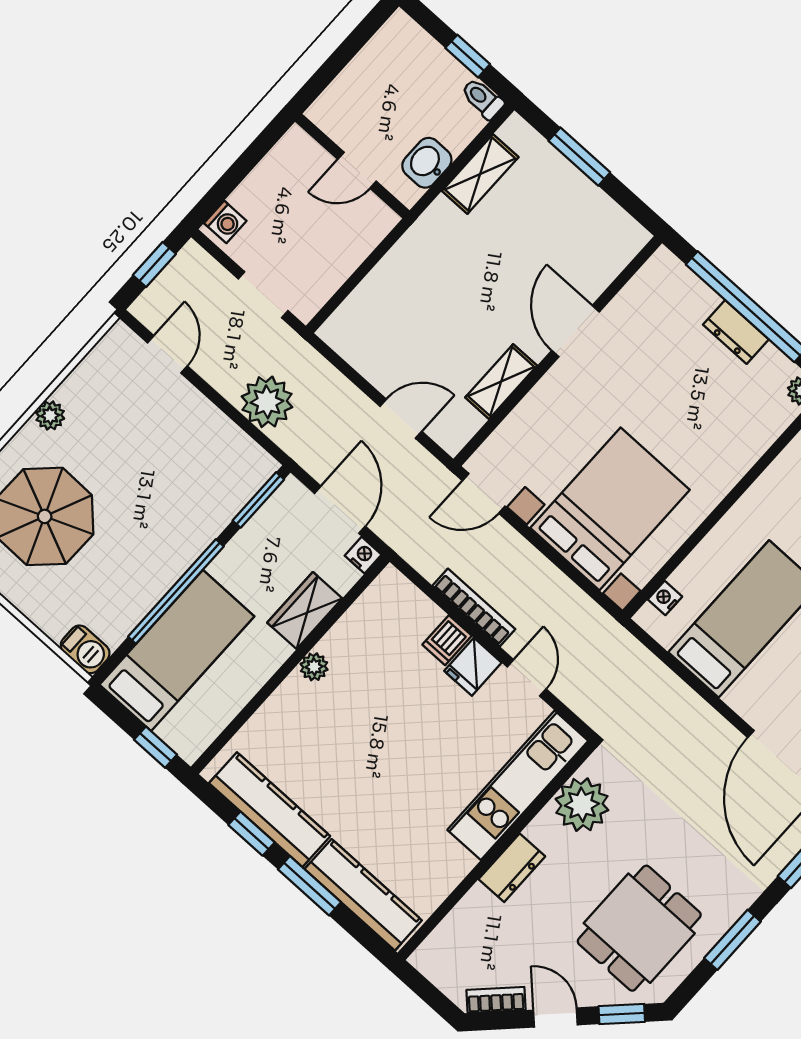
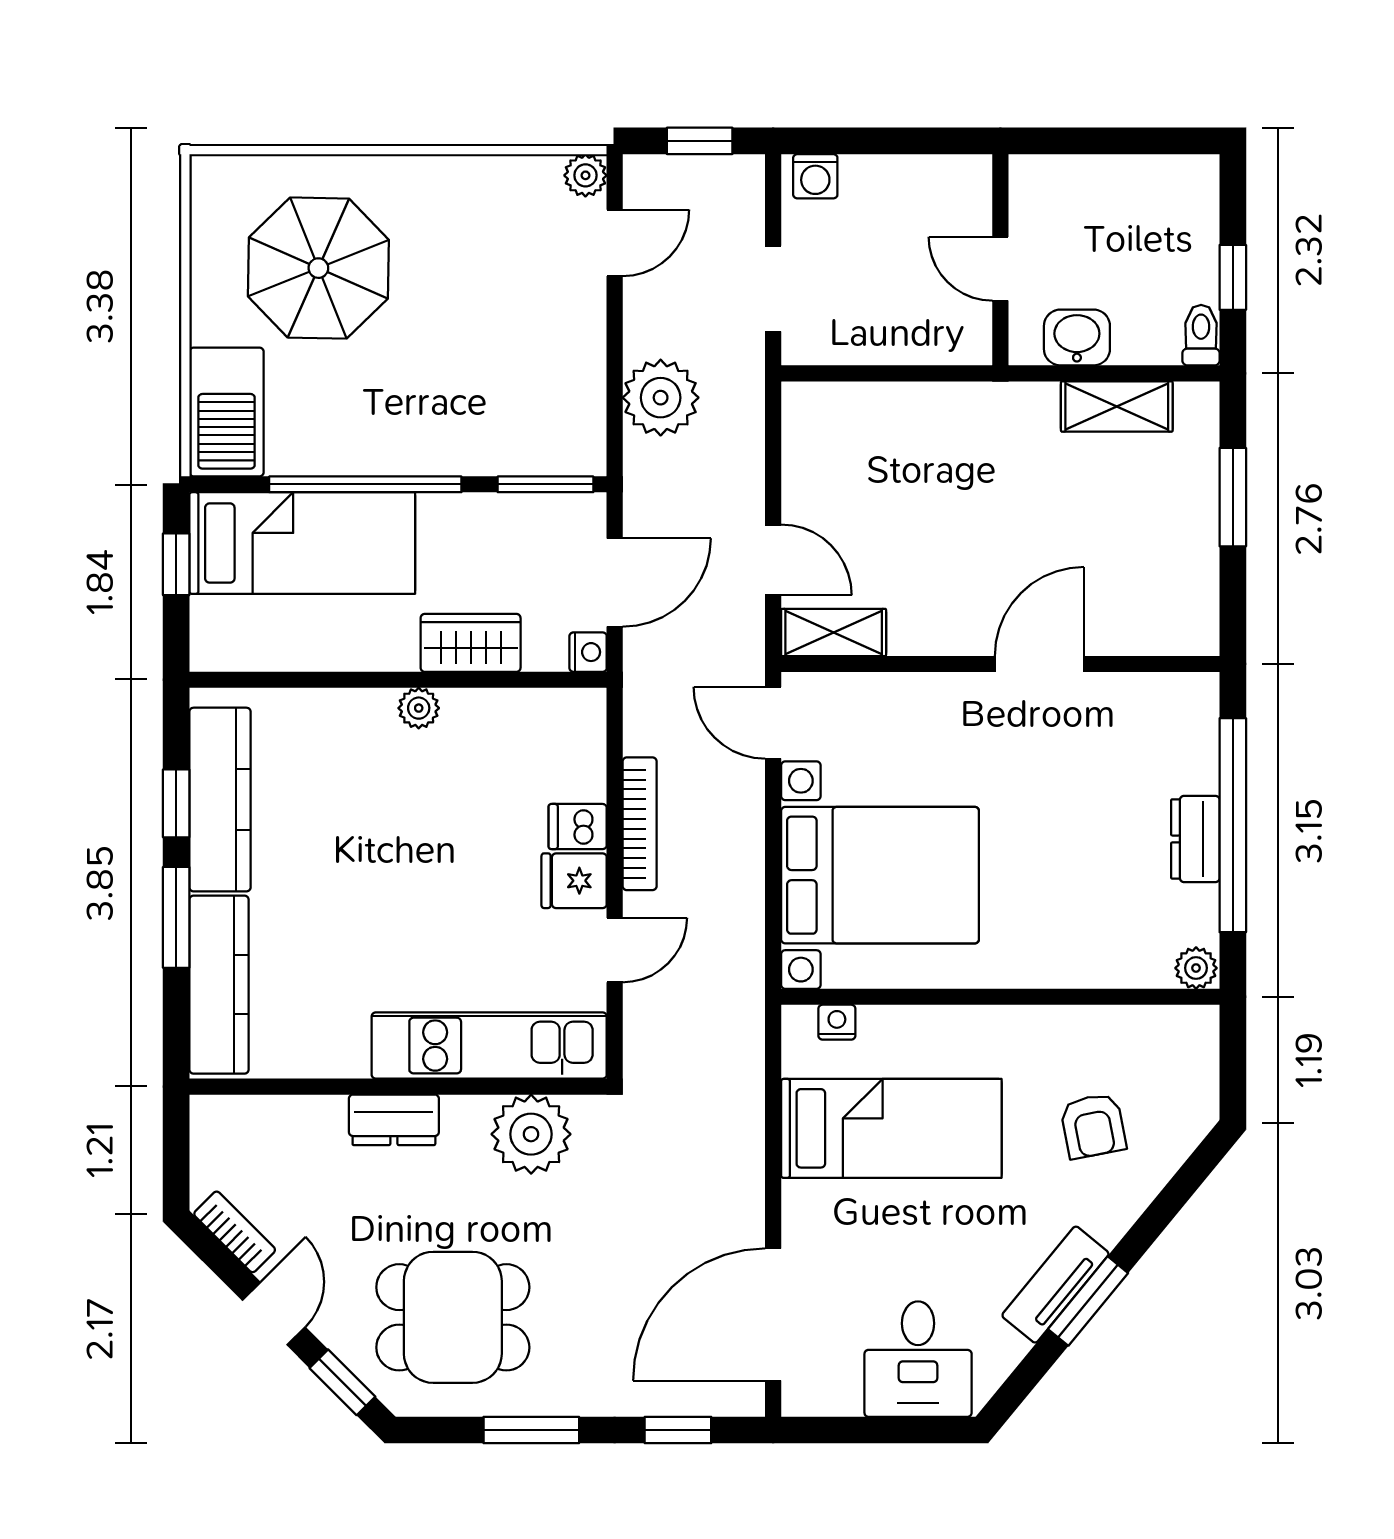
shelving: (501, 382) -> (834, 632), moved
plant: (50, 416) -> (585, 175), moved
barbecue: (85, 649) -> (226, 412), width x1.88, depth x1.53
window: (155, 747) -> (176, 564), moved

